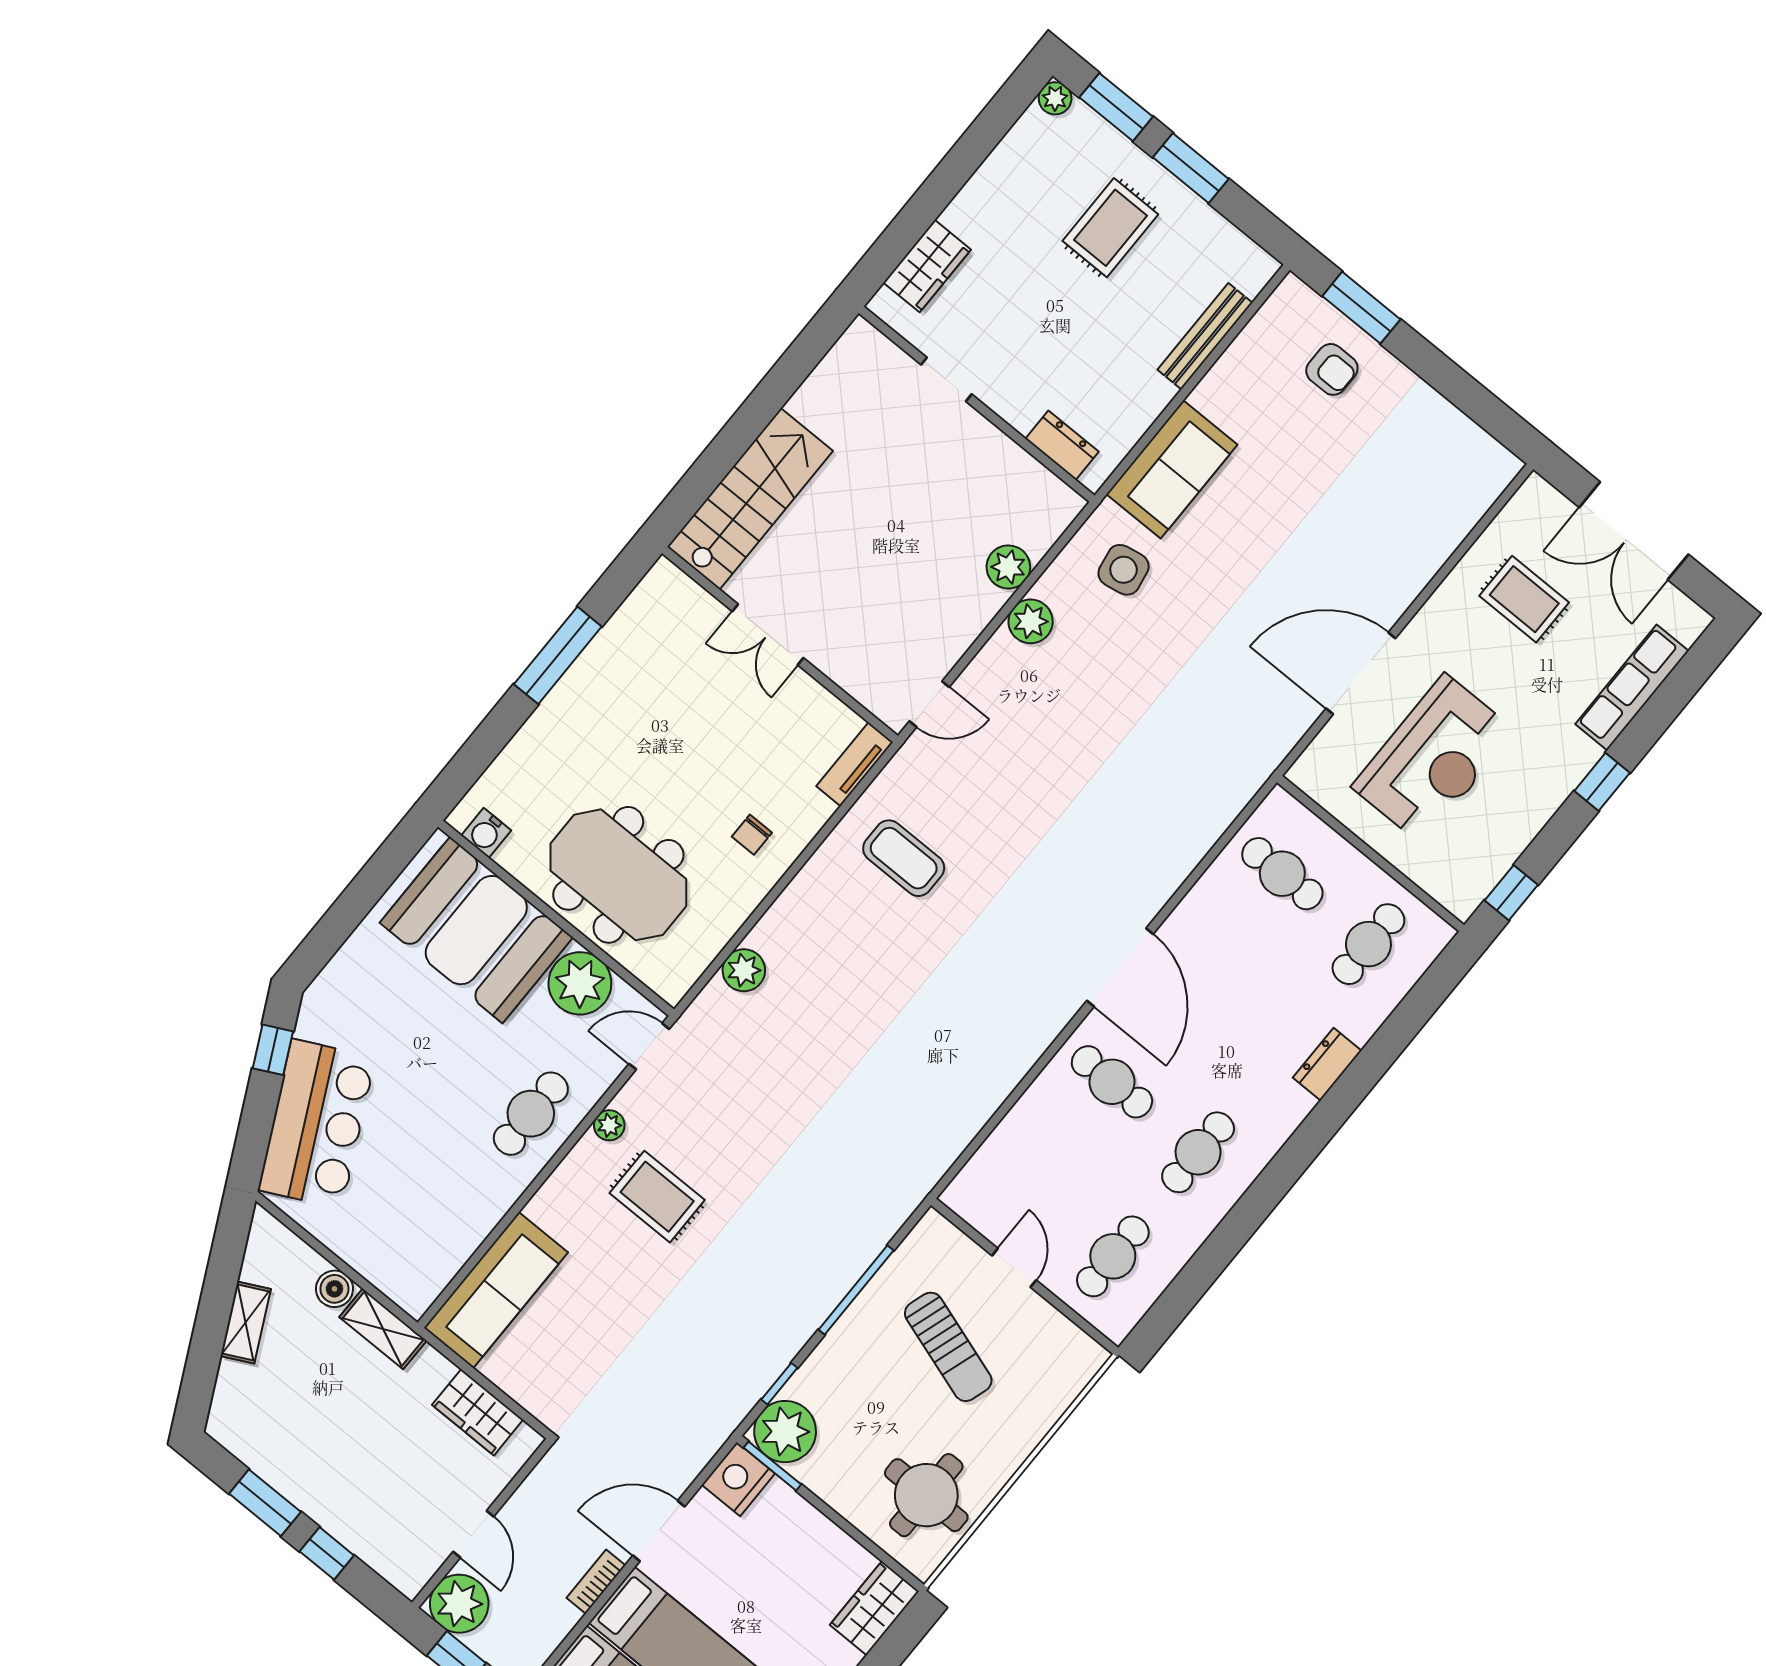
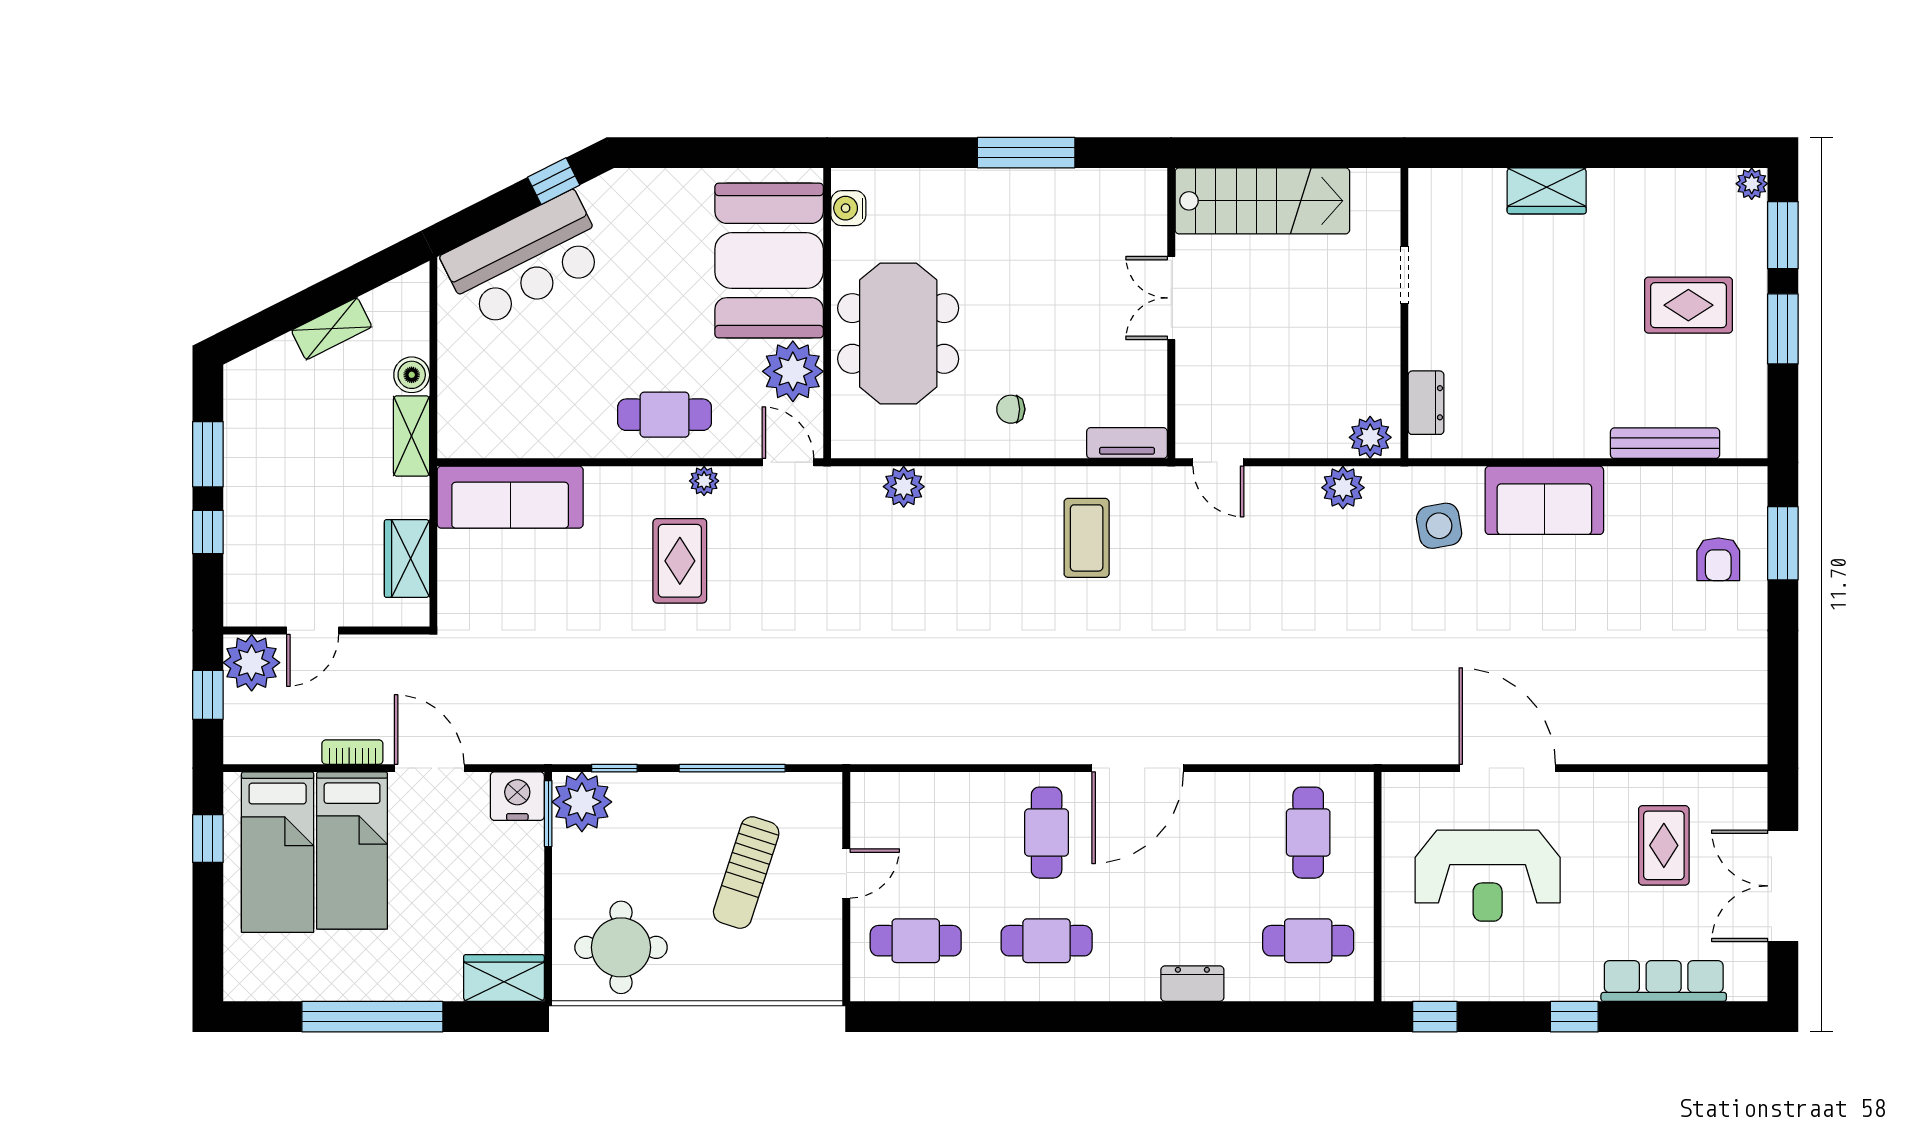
doorway: (946, 379) -> (1404, 275), moved
wall: (977, 404) -> (1404, 313), moved
dresser: (1062, 445) -> (1426, 403), moved

